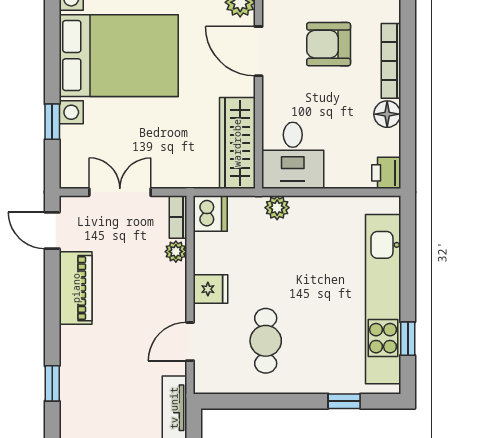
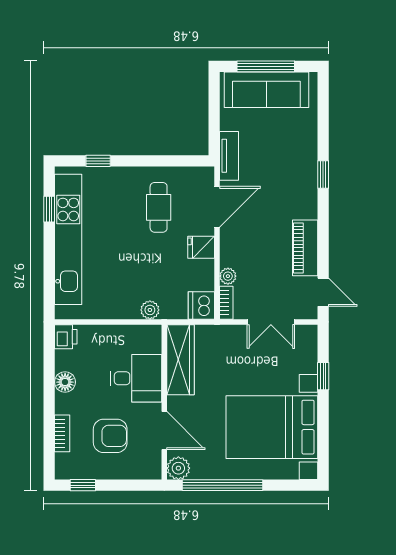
bookcase: (391, 61) -> (62, 433), width x0.64
desk: (293, 155) -> (136, 378), moved, turned 90
door: (190, 342) -> (217, 207), width x1.38

